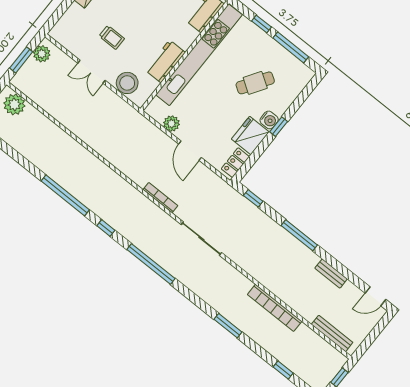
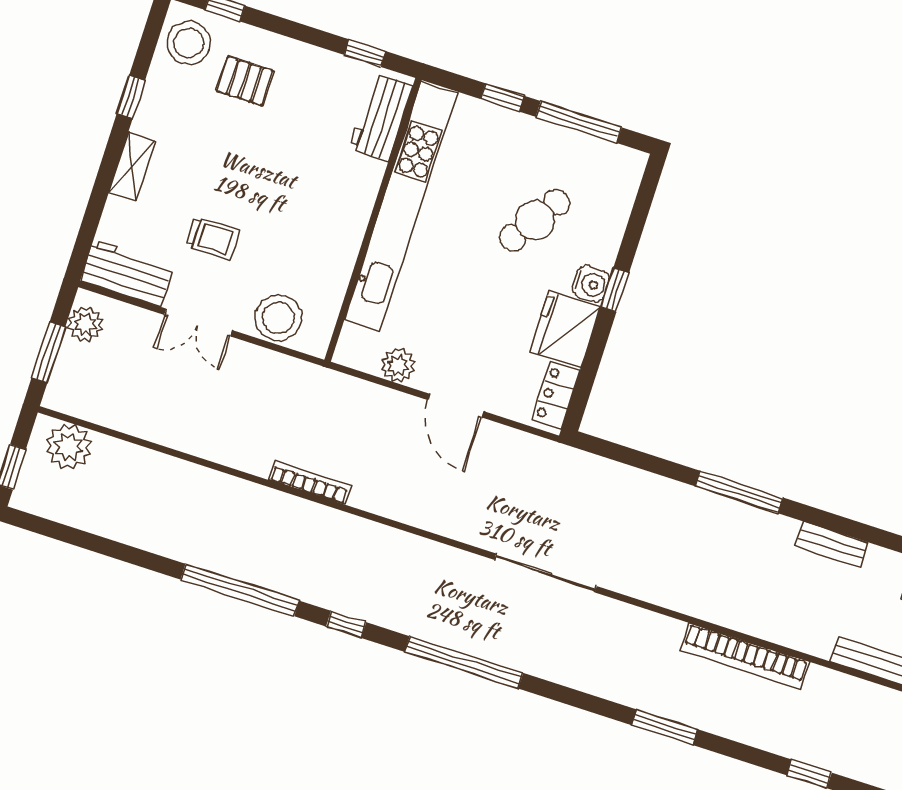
workbench: (165, 61) -> (127, 273), moved, turned 90
bookcase: (160, 198) -> (310, 483), moved
window: (253, 198) -> (618, 453), removed

